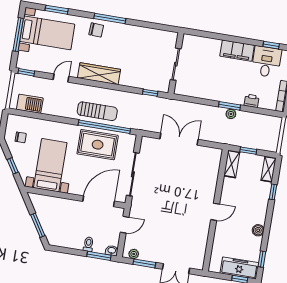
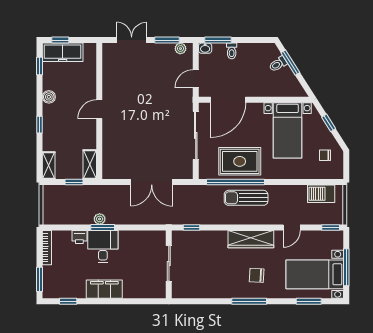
chair: (96, 30) -> (257, 275), moved
desk: (266, 62) -> (103, 246), moved, turned 180
window: (273, 192) -> (40, 125), moved
toilet: (49, 226) -> (278, 64), added

